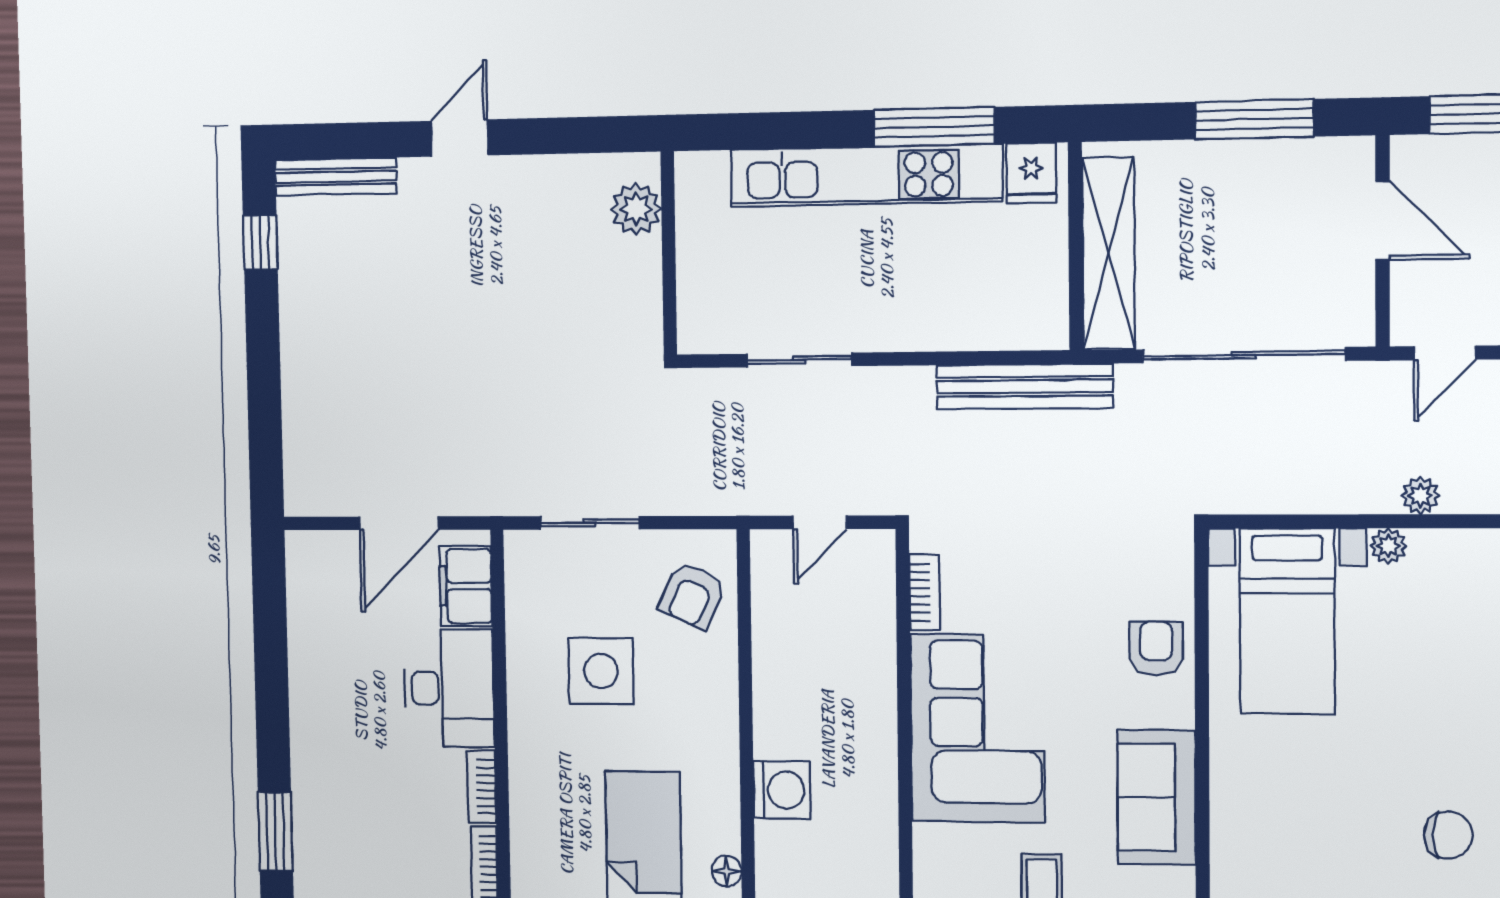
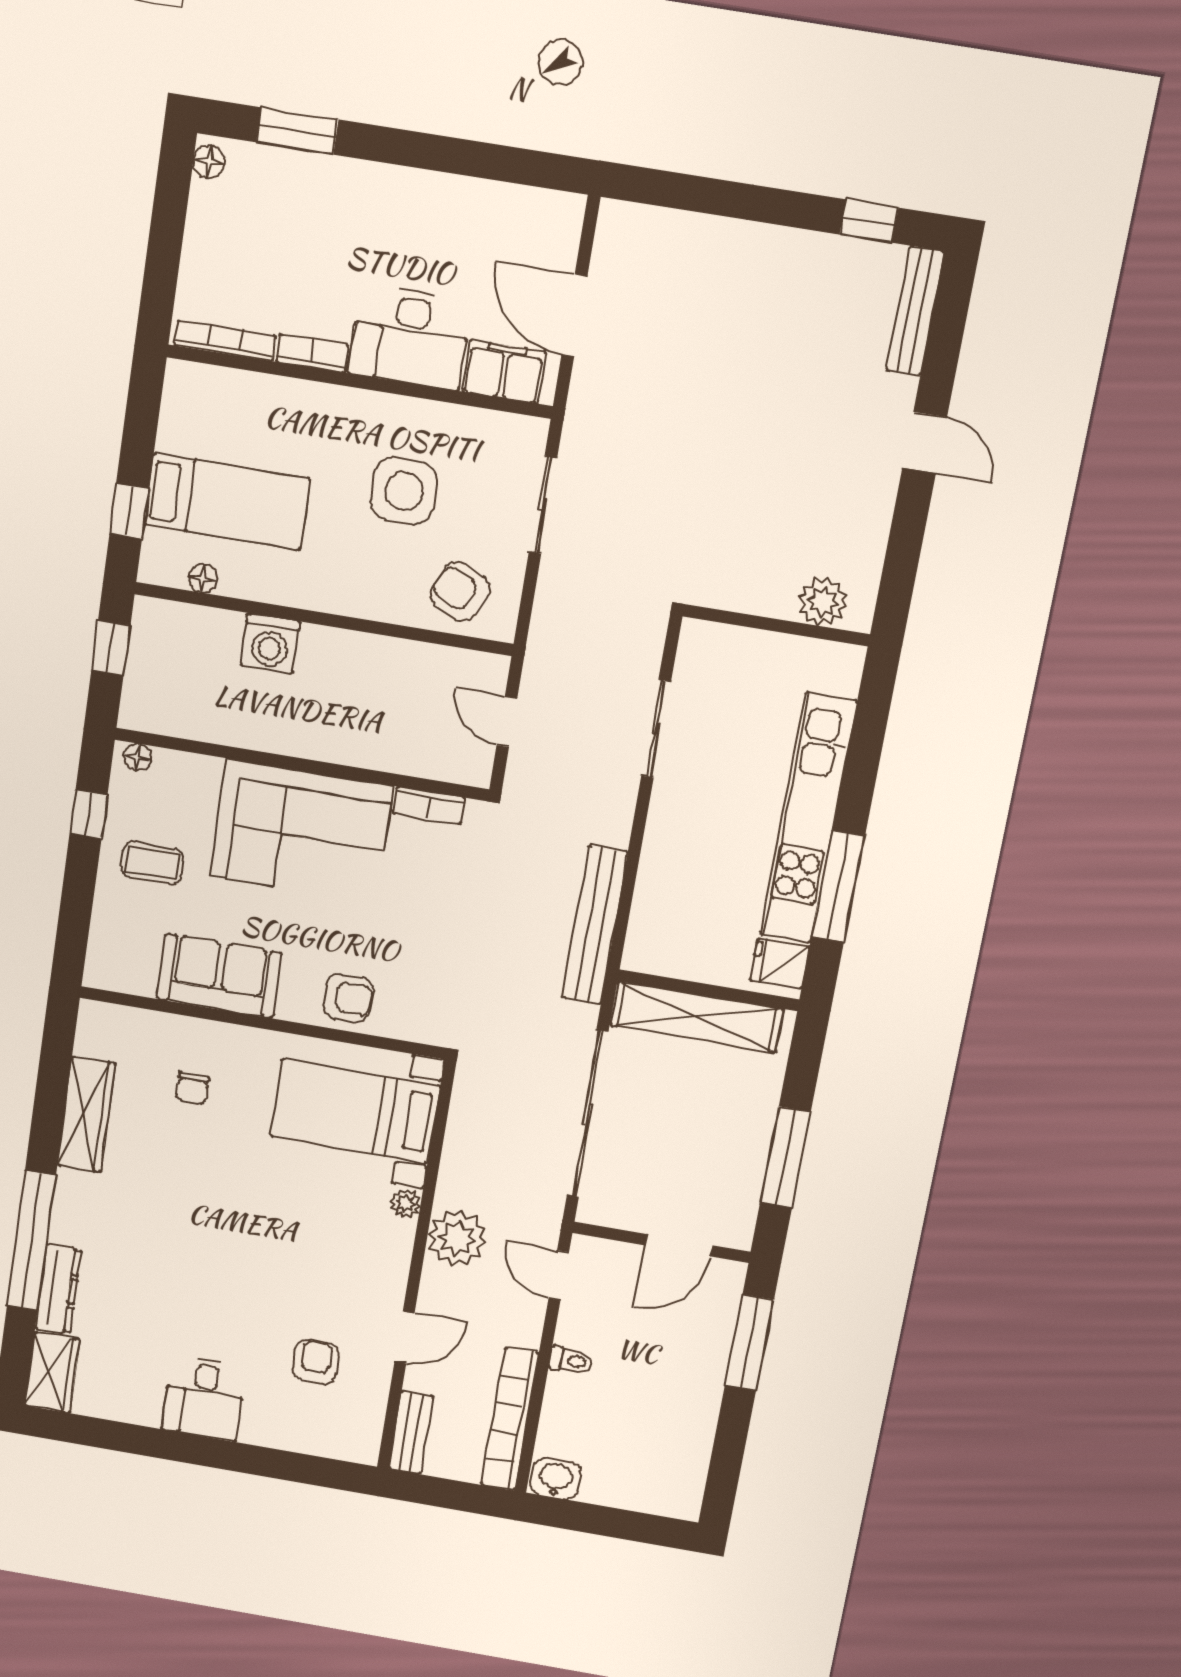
plant: (1420, 496) -> (457, 1238), width x1.87, depth x1.87
chair: (1448, 835) -> (192, 1088), moved, width x0.73, depth x0.73

